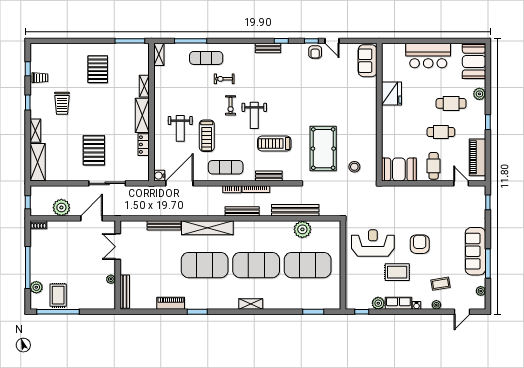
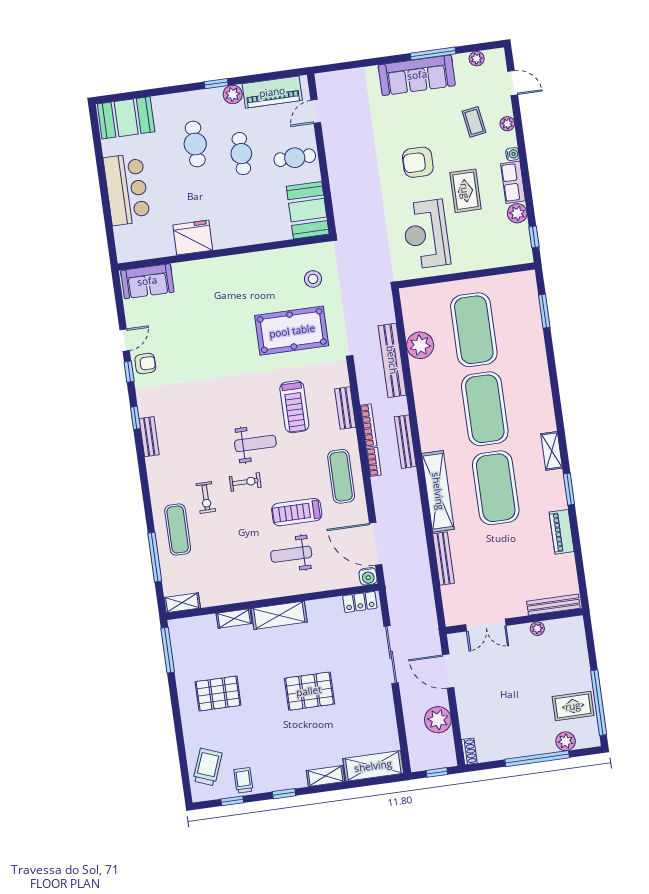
plant: (479, 94) -> (233, 94), moved
trolley: (62, 103) -> (208, 767), moved, turned -69
weight bench: (180, 128) -> (291, 554), turned 180
treadmill: (207, 136) -> (297, 512), turned 180
locker: (144, 145) -> (360, 602), moved
pallet: (94, 150) -> (309, 691), moved
window: (488, 202) -> (339, 67), removed
shelving: (251, 304) -> (552, 451), moved

